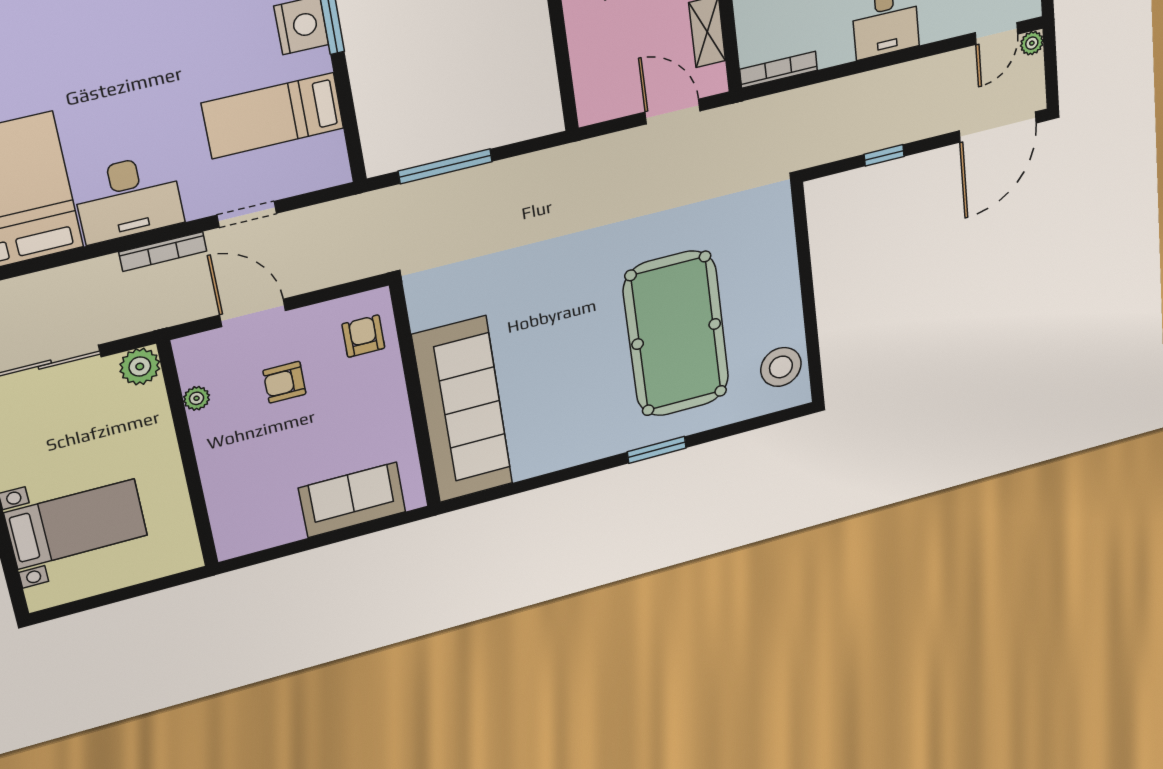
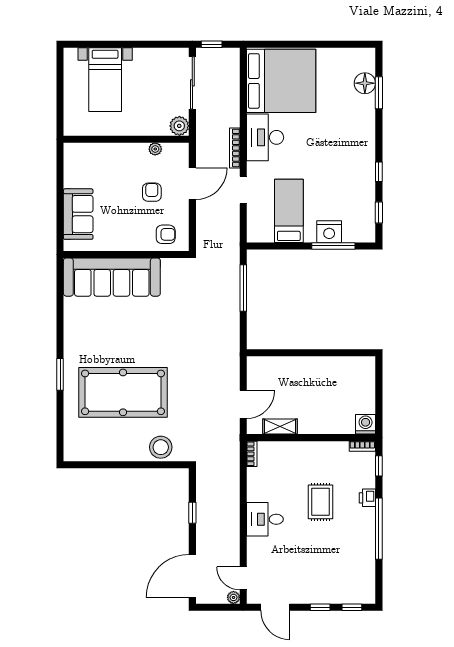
bookcase: (779, 70) -> (252, 454), width x0.64
door: (998, 127) -> (192, 576), hinge flipped
stool: (781, 367) -> (161, 447), moved

